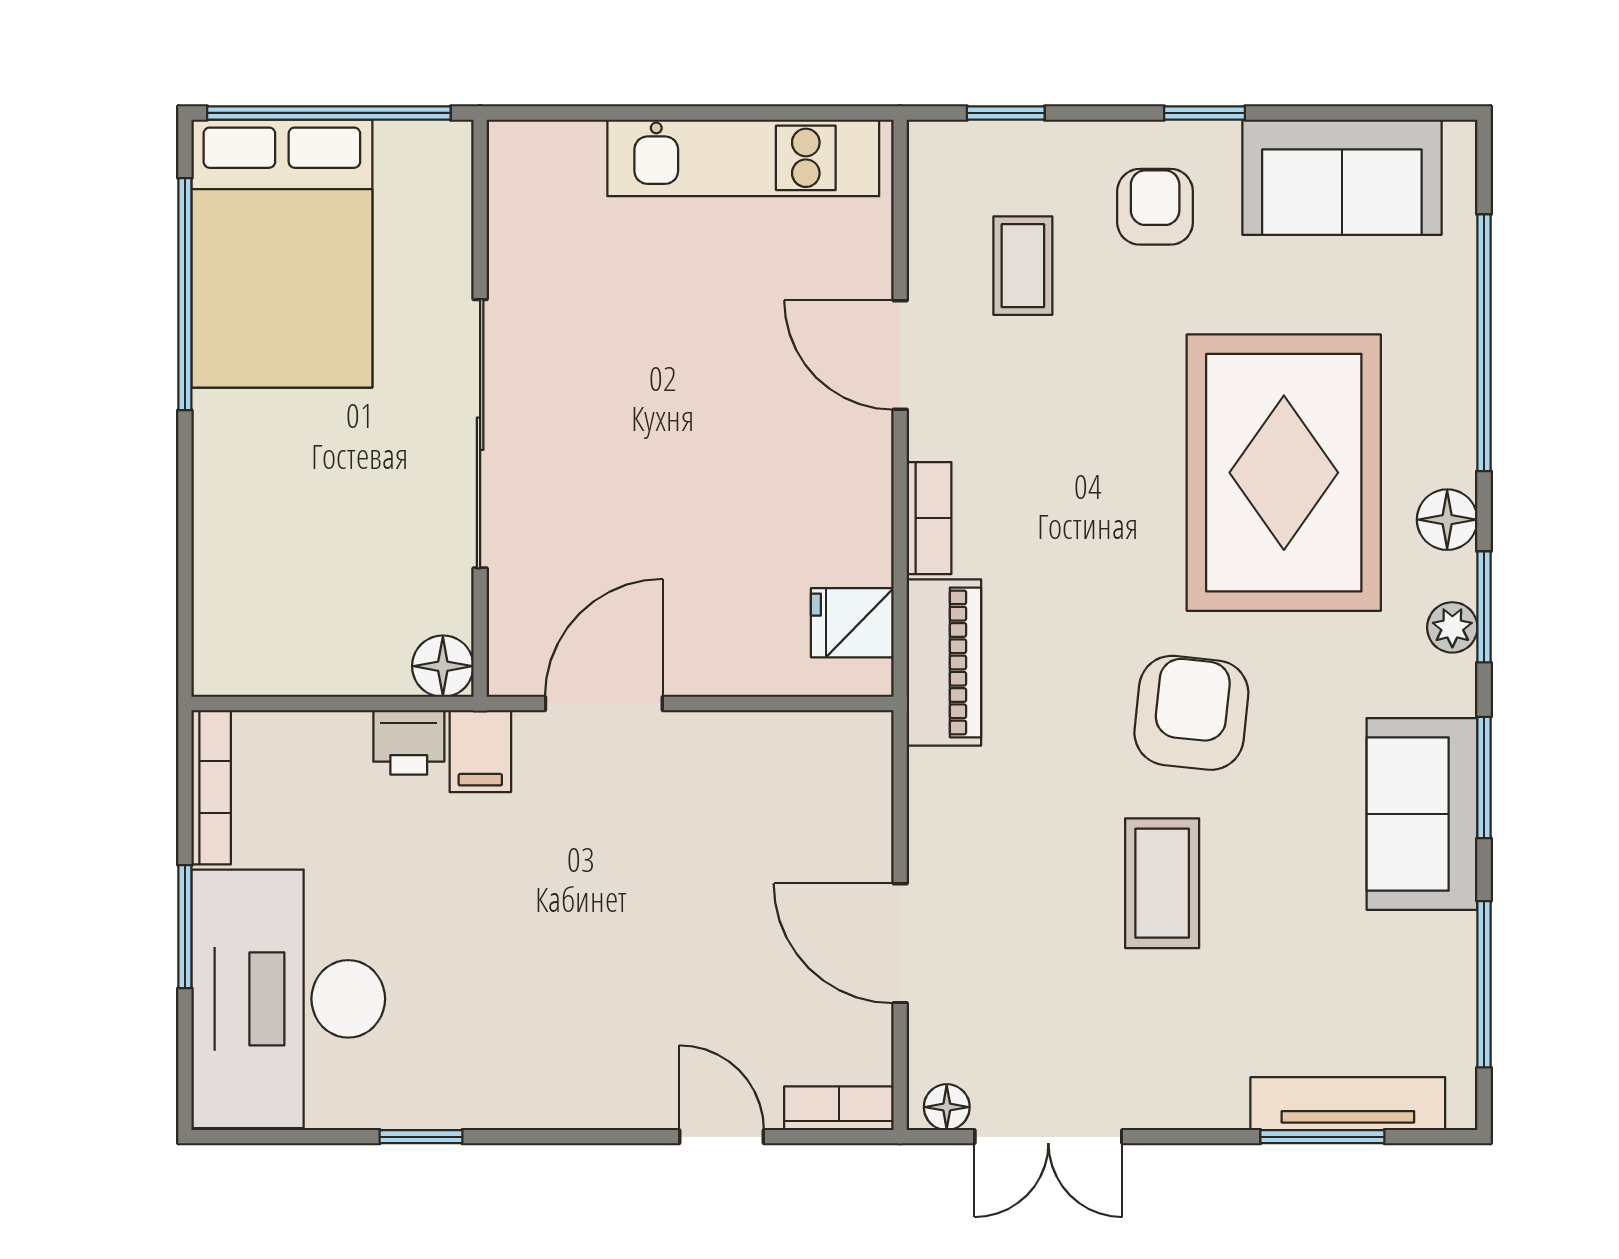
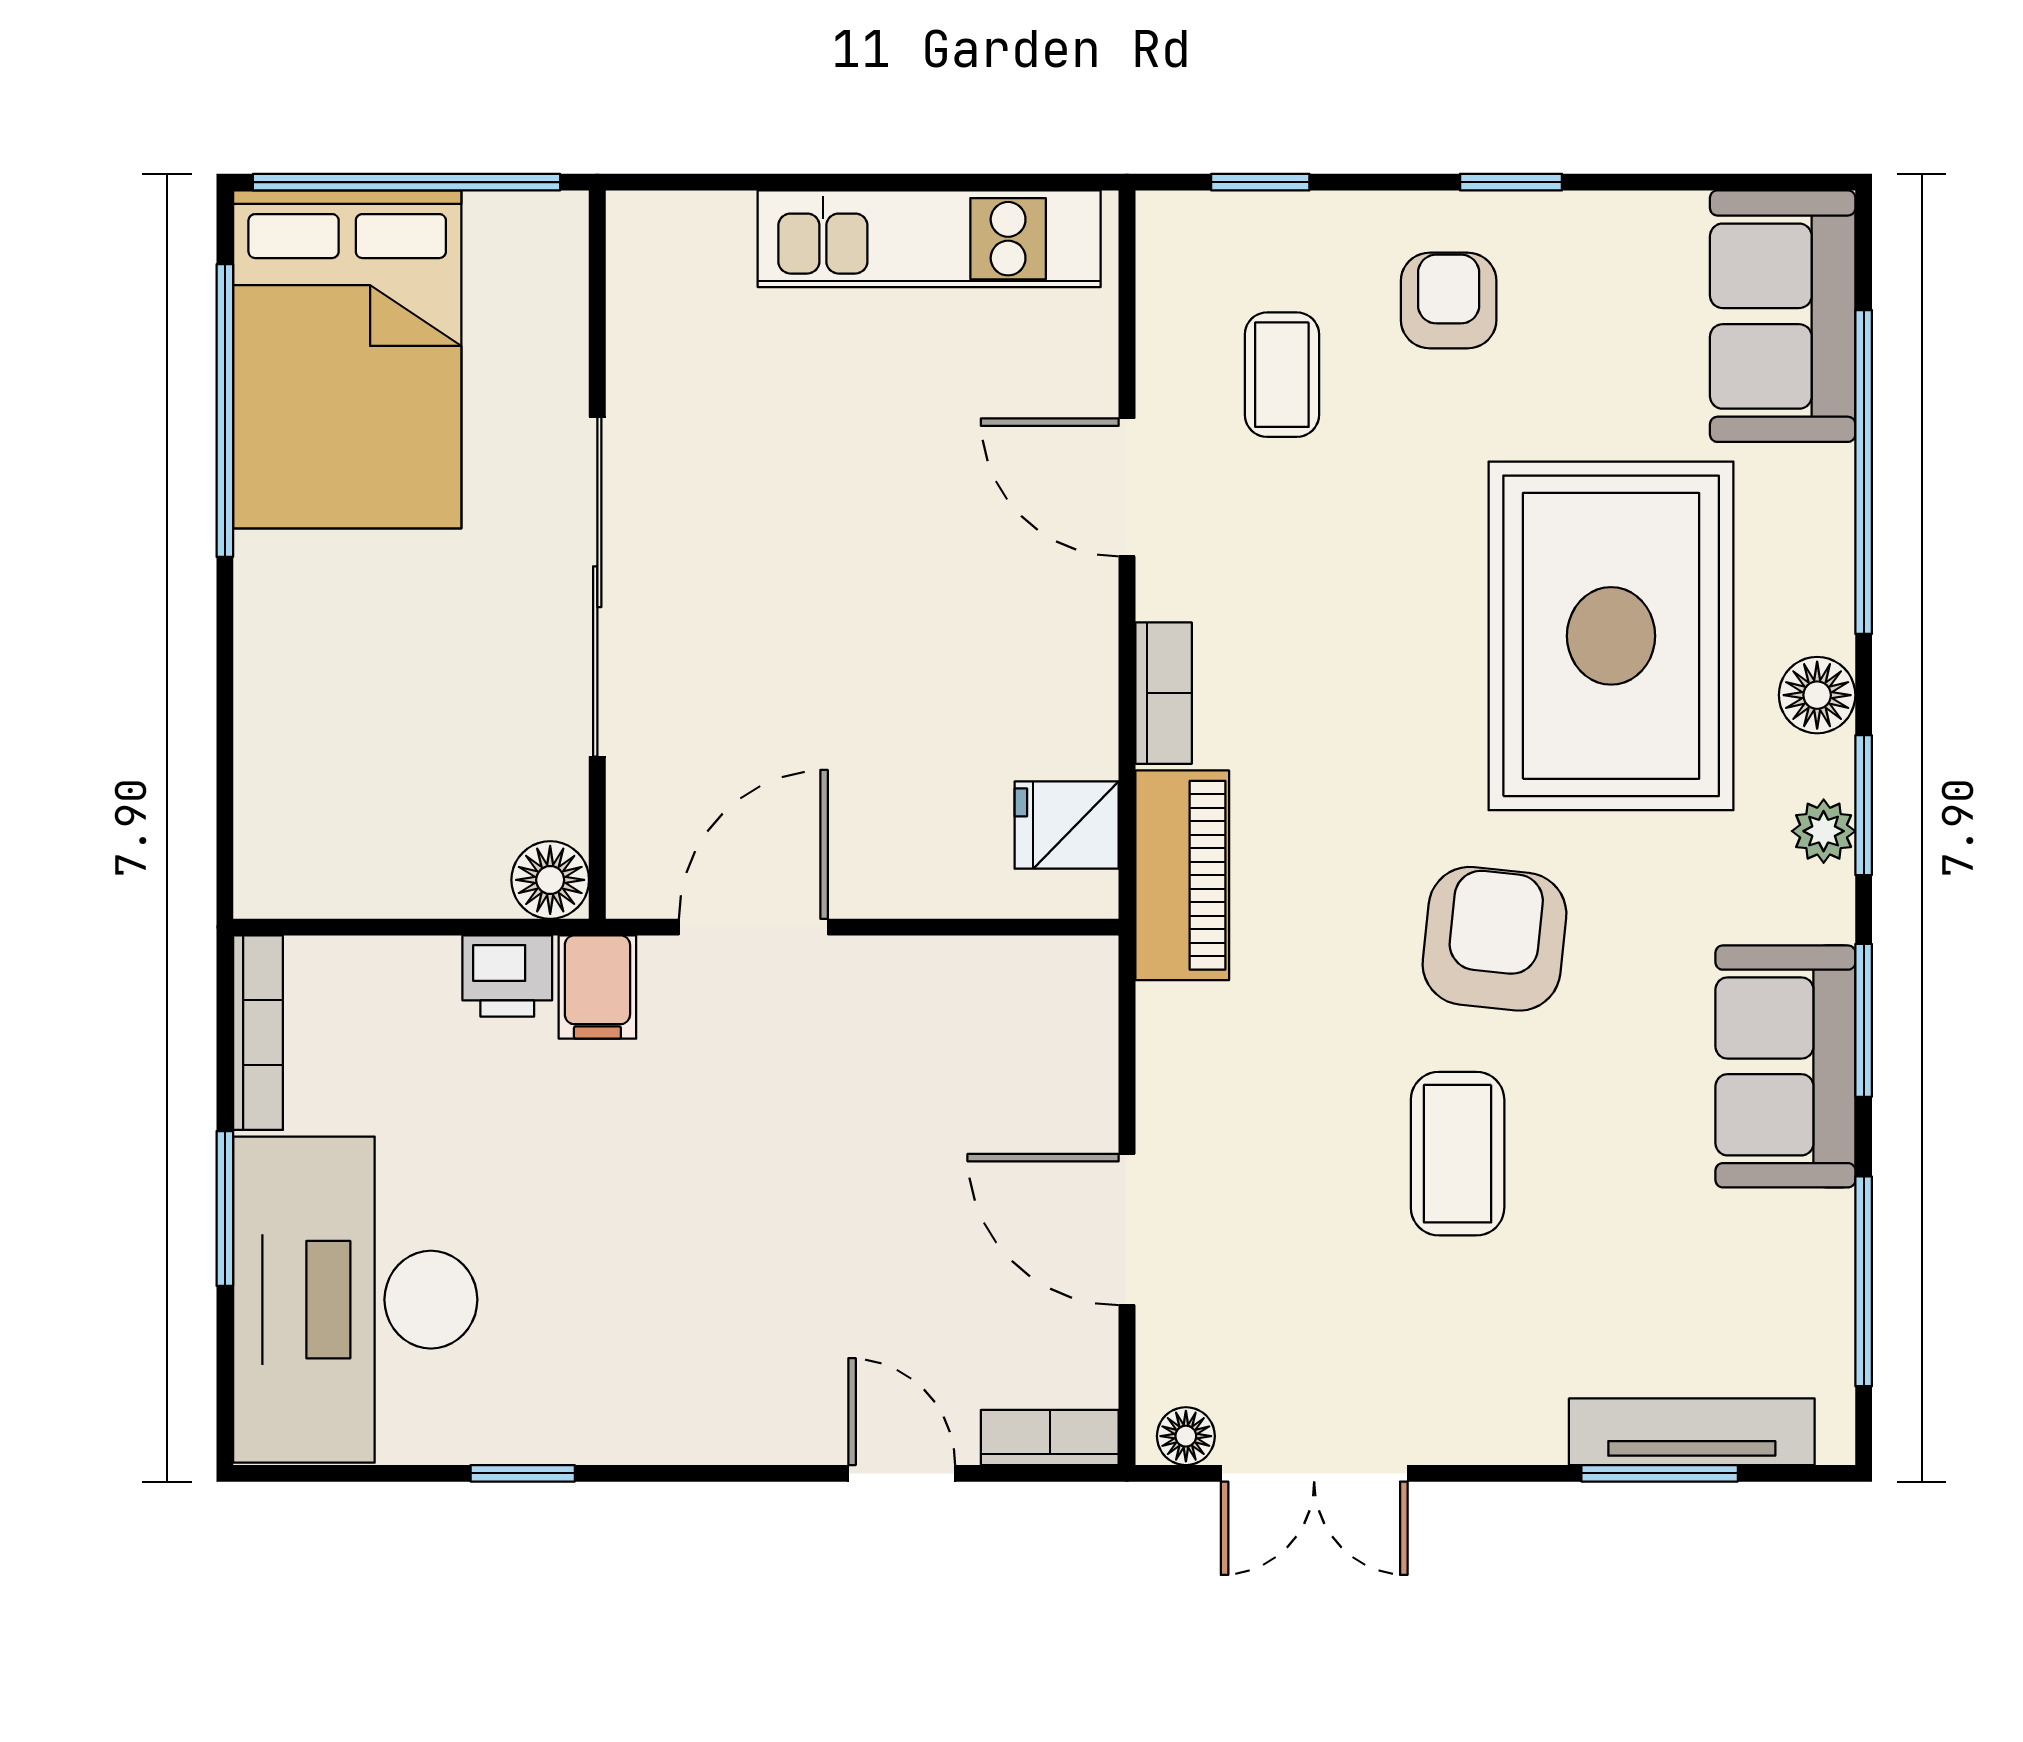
sofa: (1342, 177) -> (1783, 316), moved, turned 90

